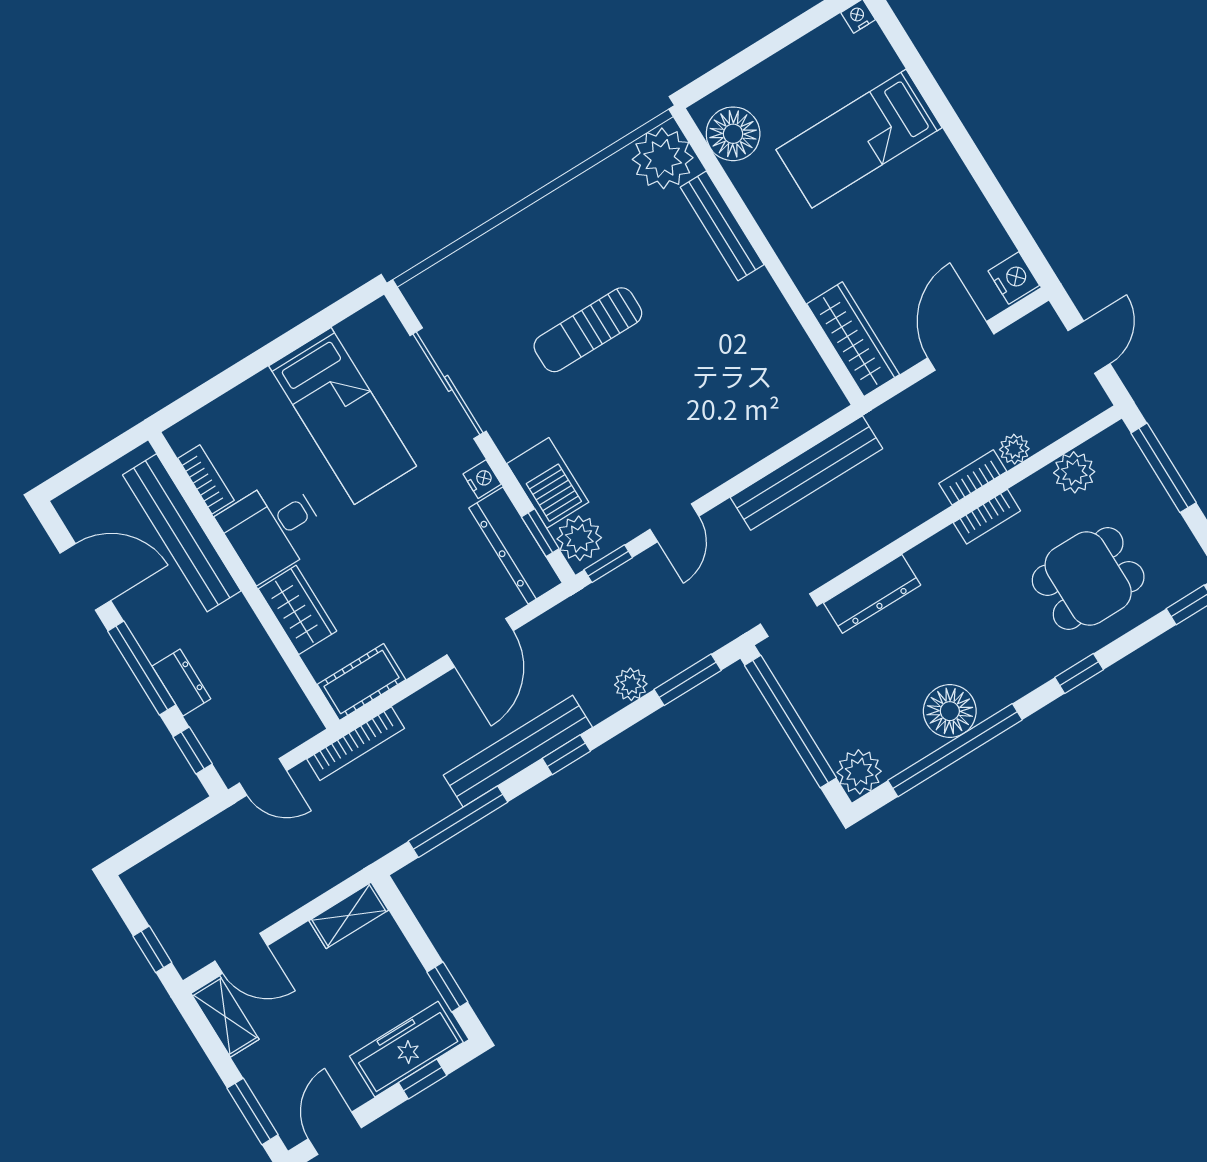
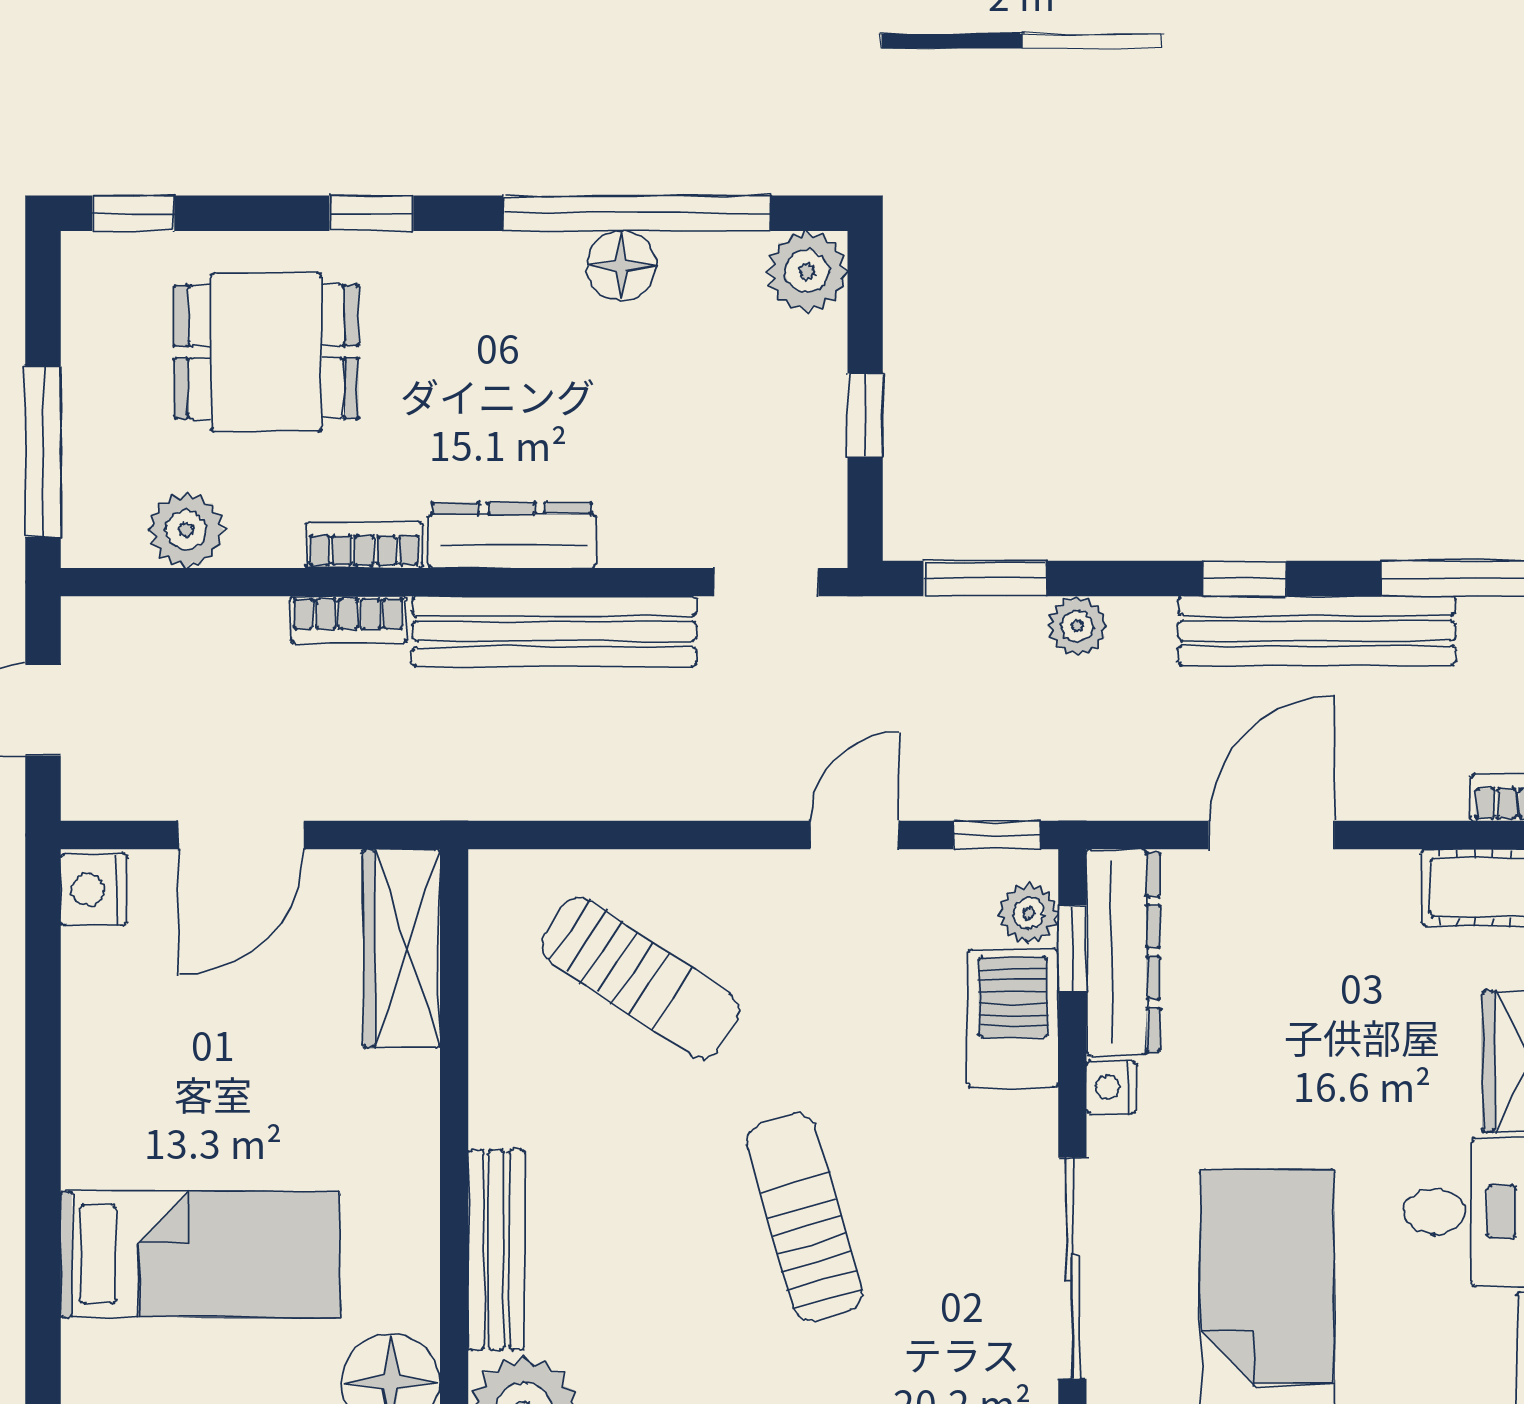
sun lounger: (588, 330) -> (804, 1217), turned -106
sun lounger: (733, 394) -> (640, 978), added
plant: (1014, 449) -> (257, 624), removed
bench: (806, 473) -> (554, 631), moved
plant: (579, 538) -> (1029, 913), width x0.73, depth x0.73
dresser: (872, 594) -> (512, 535), moved
floor lamp: (950, 711) -> (621, 266), width x0.73, depth x0.73
window: (791, 722) -> (865, 415), width x0.32

